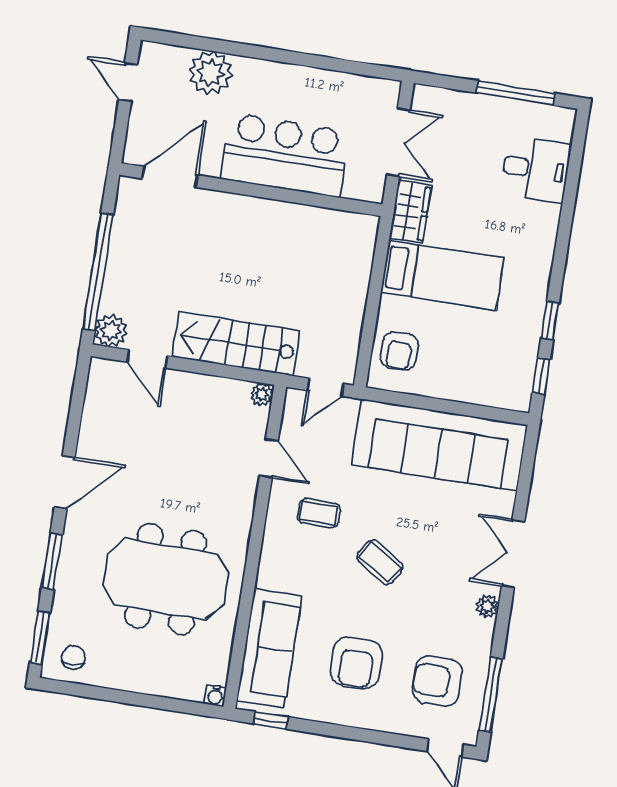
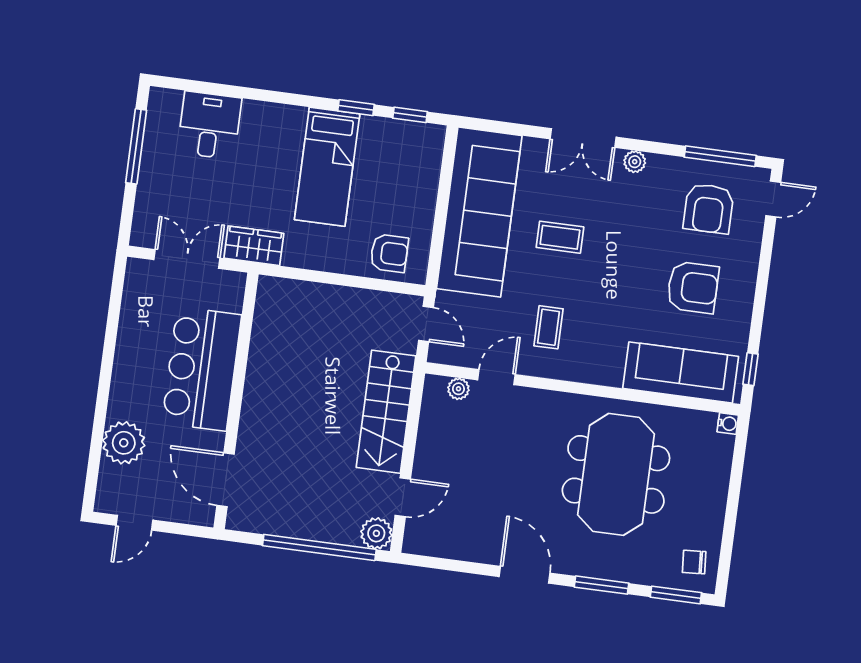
bed: (442, 275) -> (327, 167), moved, turned 180
plant: (262, 394) -> (458, 389), moved
coffee table: (380, 562) -> (560, 237), moved, turned 57

